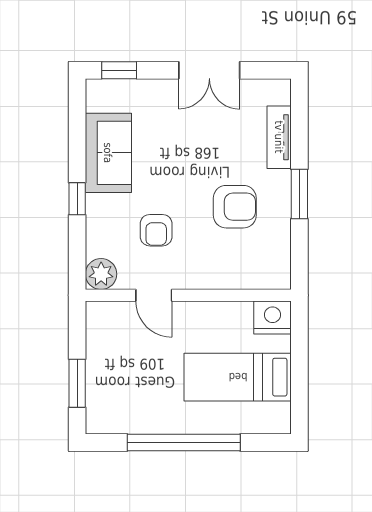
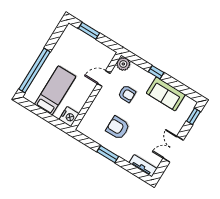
tv unit: (279, 137) -> (143, 166), moved
armchair: (235, 207) -> (118, 128), turned 90
armchair: (156, 230) -> (127, 94), turned 180
window: (184, 442) -> (35, 71), moved

